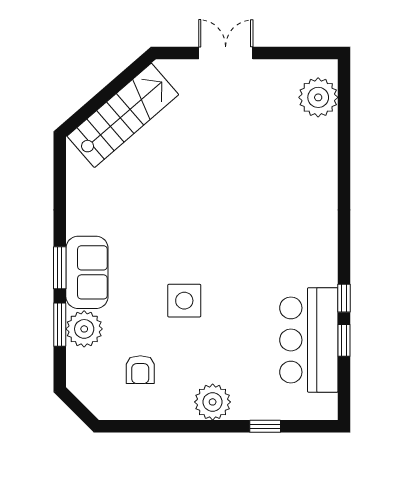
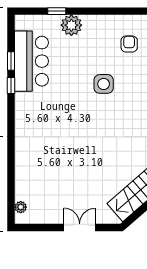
double door: (226, 53) -> (80, 228), swing flipped
plant: (318, 97) -> (21, 207), width x0.53, depth x0.53
plant: (213, 402) -> (71, 25), moved

